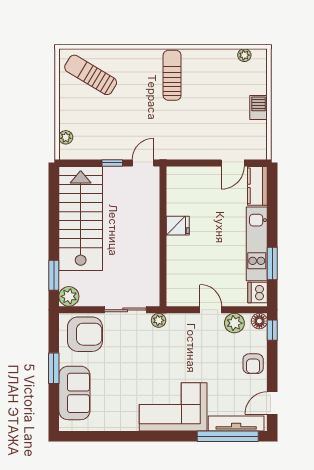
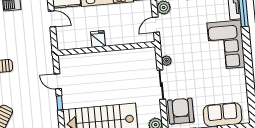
fridge: (178, 226) -> (98, 39), moved
wall: (163, 236) -> (106, 49), moved

